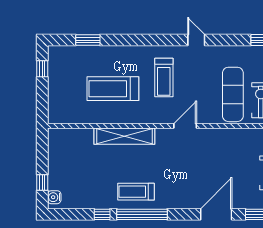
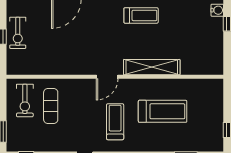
exercise mat: (233, 94) -> (51, 106), width x0.73, depth x0.69
door: (185, 126) -> (107, 77), moved

